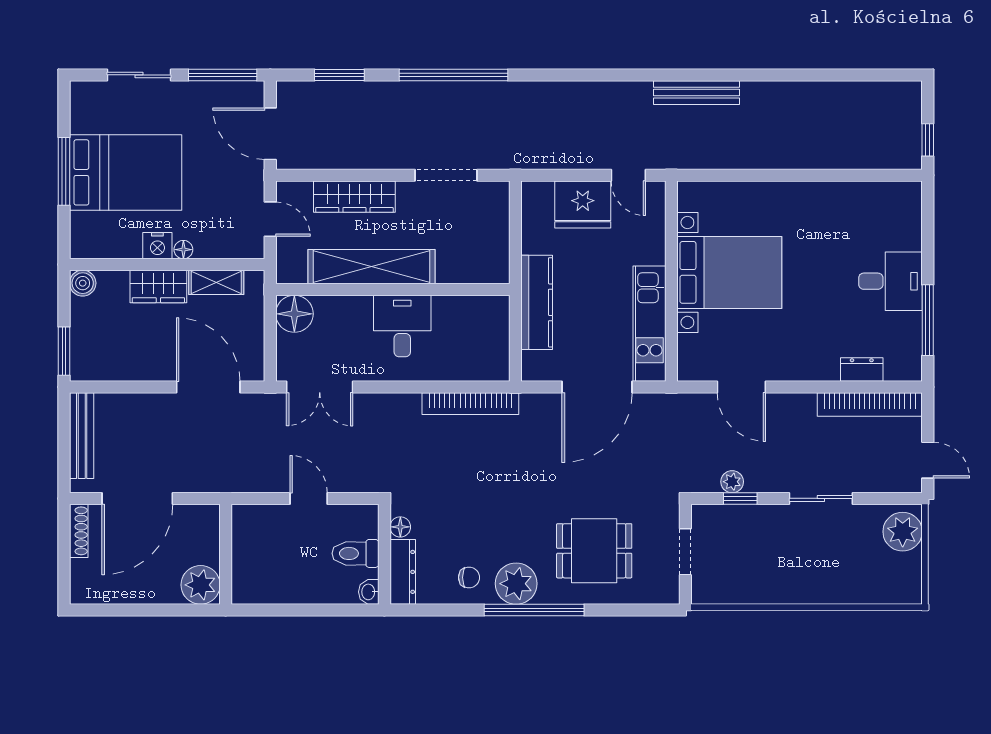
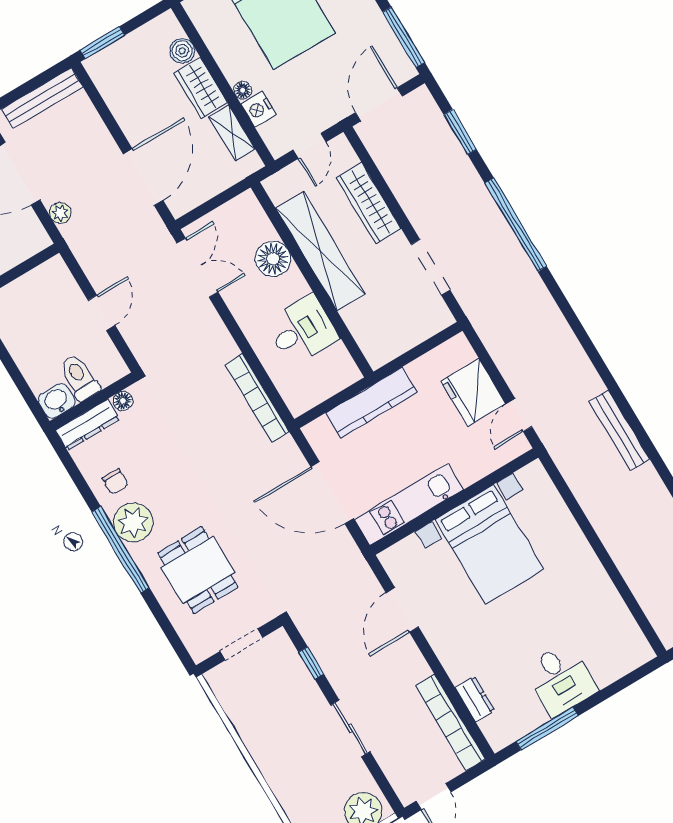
nightstand: (157, 246) -> (259, 109), moved
boiler: (83, 283) -> (182, 51), moved
floor lamp: (294, 314) -> (273, 259), moved
desk: (402, 326) -> (302, 330), moved
double door: (320, 387) -> (197, 268), swing flipped
plant: (732, 482) -> (60, 213), moved
washbasin: (369, 592) -> (57, 401), width x1.38, depth x1.45

